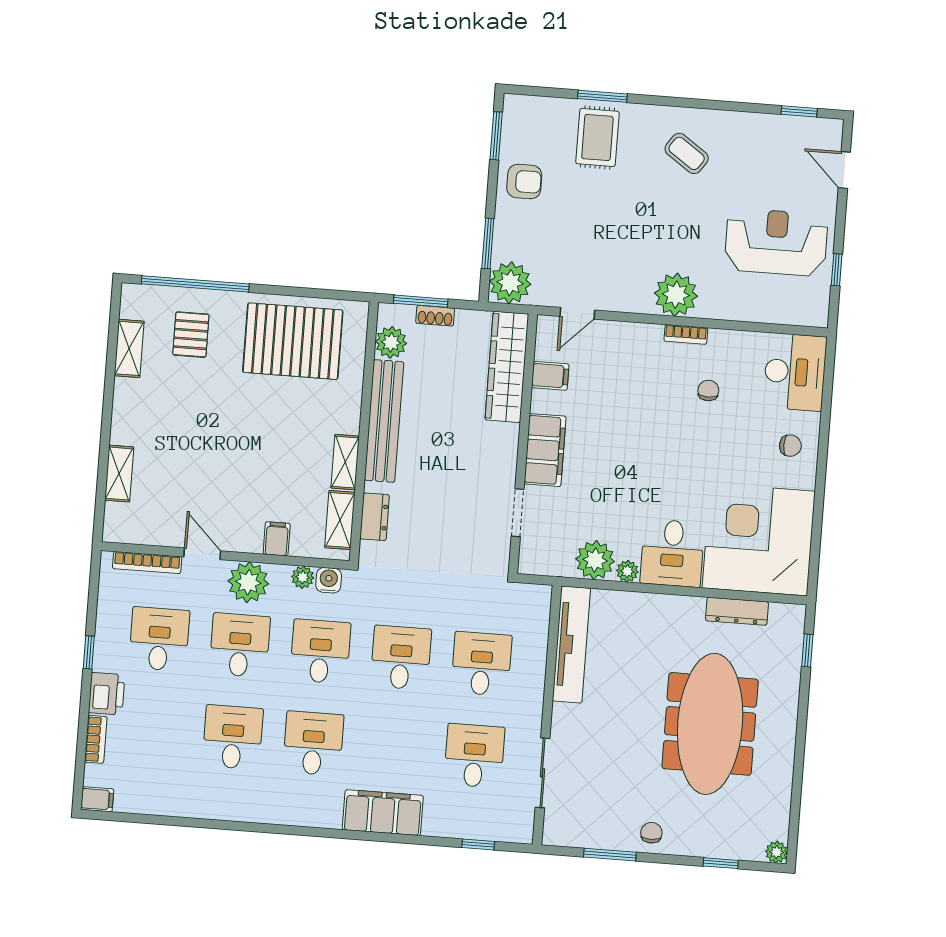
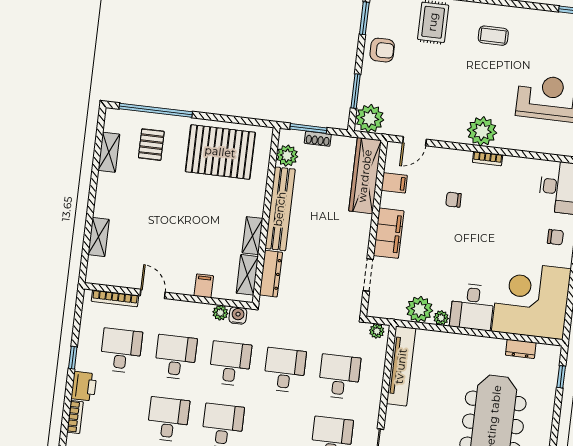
coffee table: (687, 153) -> (493, 36), turned -35
chair: (708, 390) -> (454, 200), moved, turned -90
dresser: (375, 517) -> (271, 274), width x1.44
plant: (248, 582) -> (377, 331), moved, width x0.53, depth x0.53
dresser: (737, 611) -> (521, 349), width x0.70

